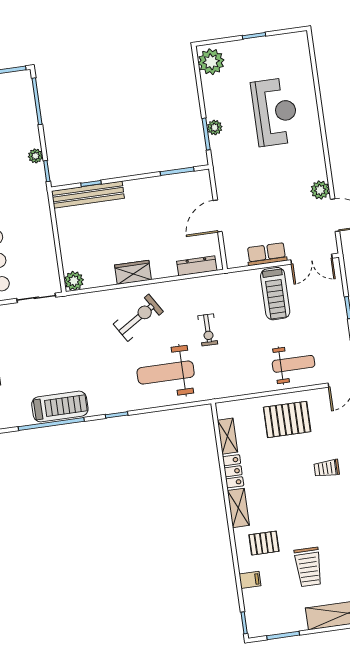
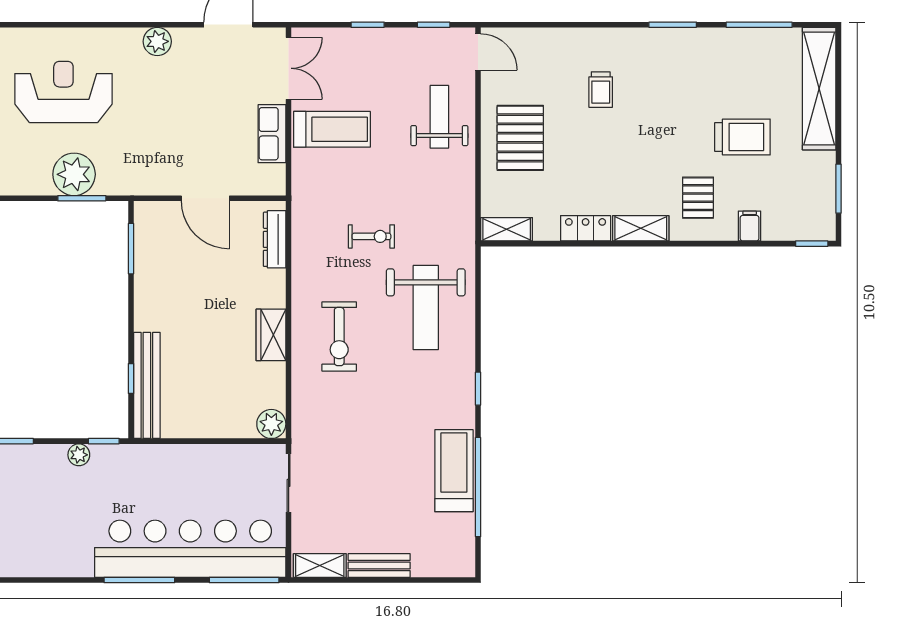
plant: (215, 128) -> (74, 174), width x1.87, depth x1.87
plant: (320, 190) -> (157, 41), moved
exercise bike: (138, 318) -> (339, 337), turned -148
shelving: (228, 436) -> (507, 229), moved

